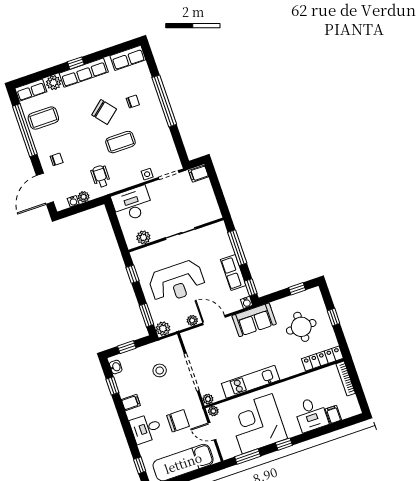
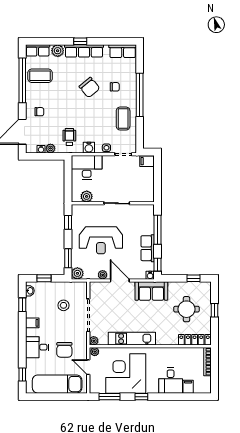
coffee table: (120, 142) -> (123, 119), moved, turned 90
water cooler: (127, 181) -> (89, 148), added
chair: (178, 421) -> (64, 350), turned 90

